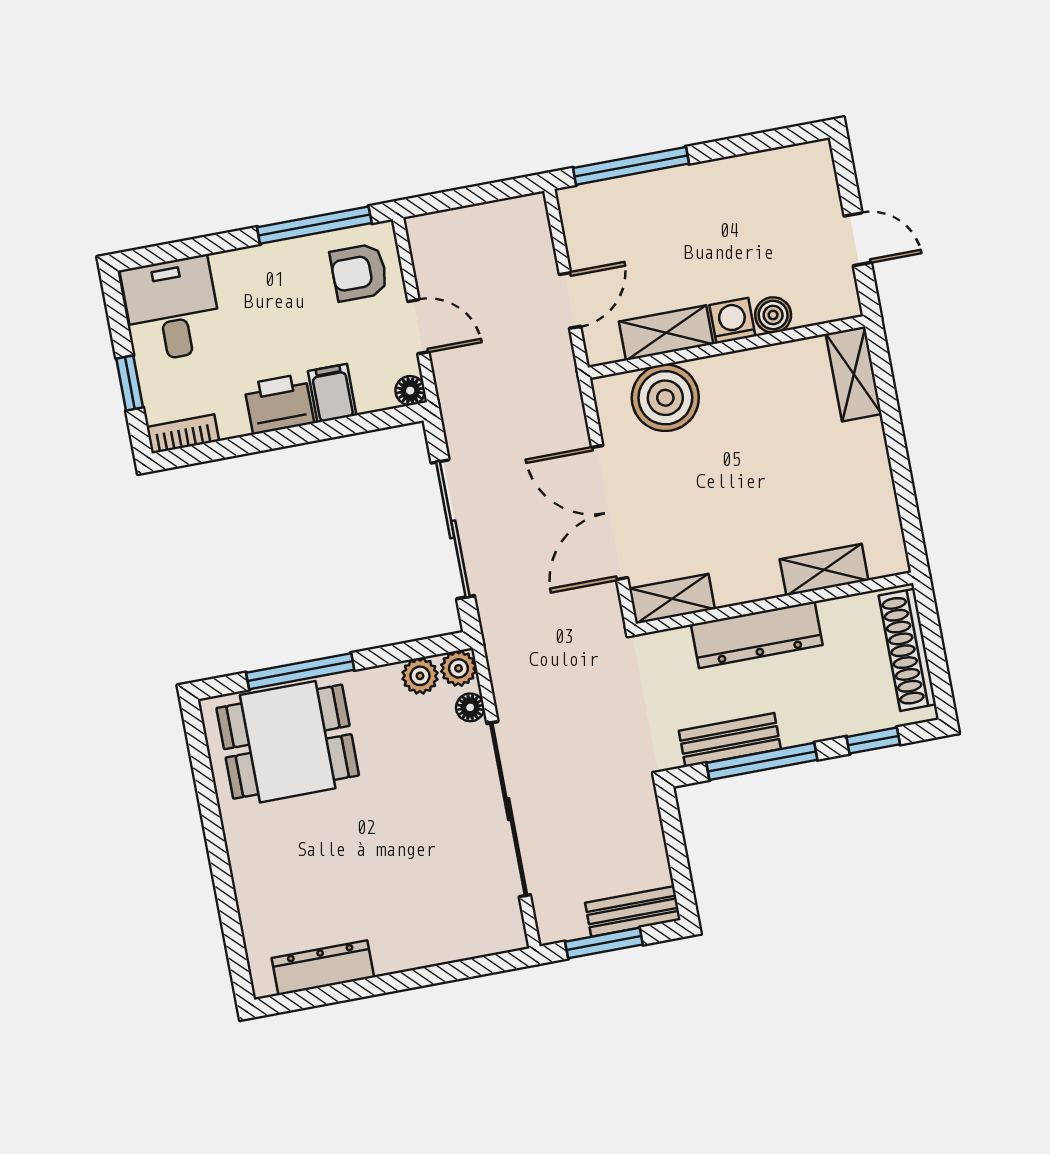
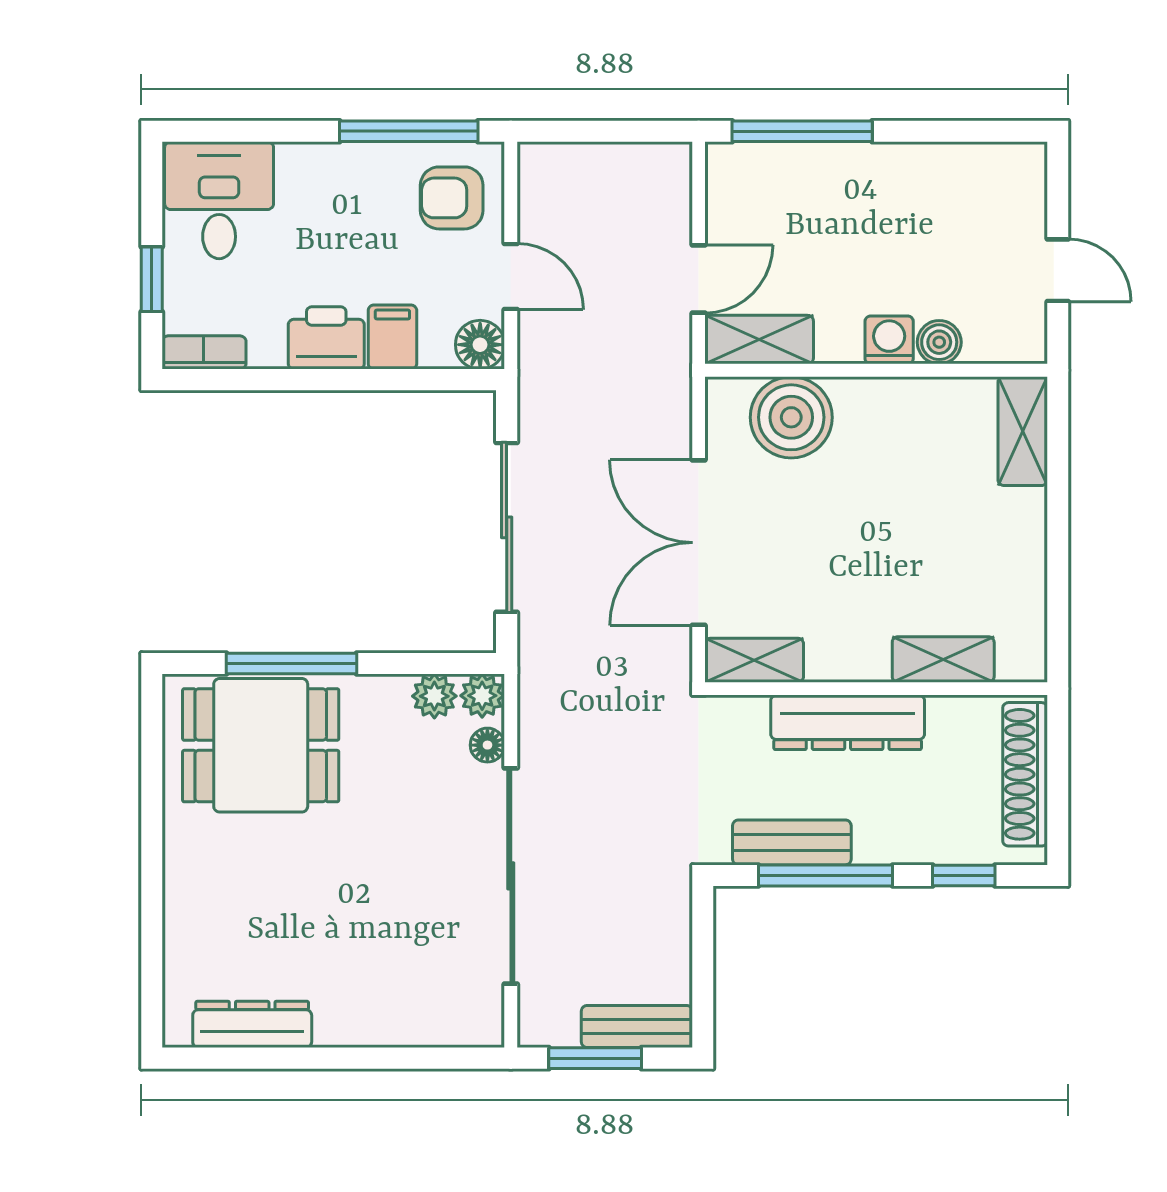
shelving: (666, 333) -> (759, 340), moved
floor lamp: (410, 391) -> (480, 345), width x1.37, depth x1.37

